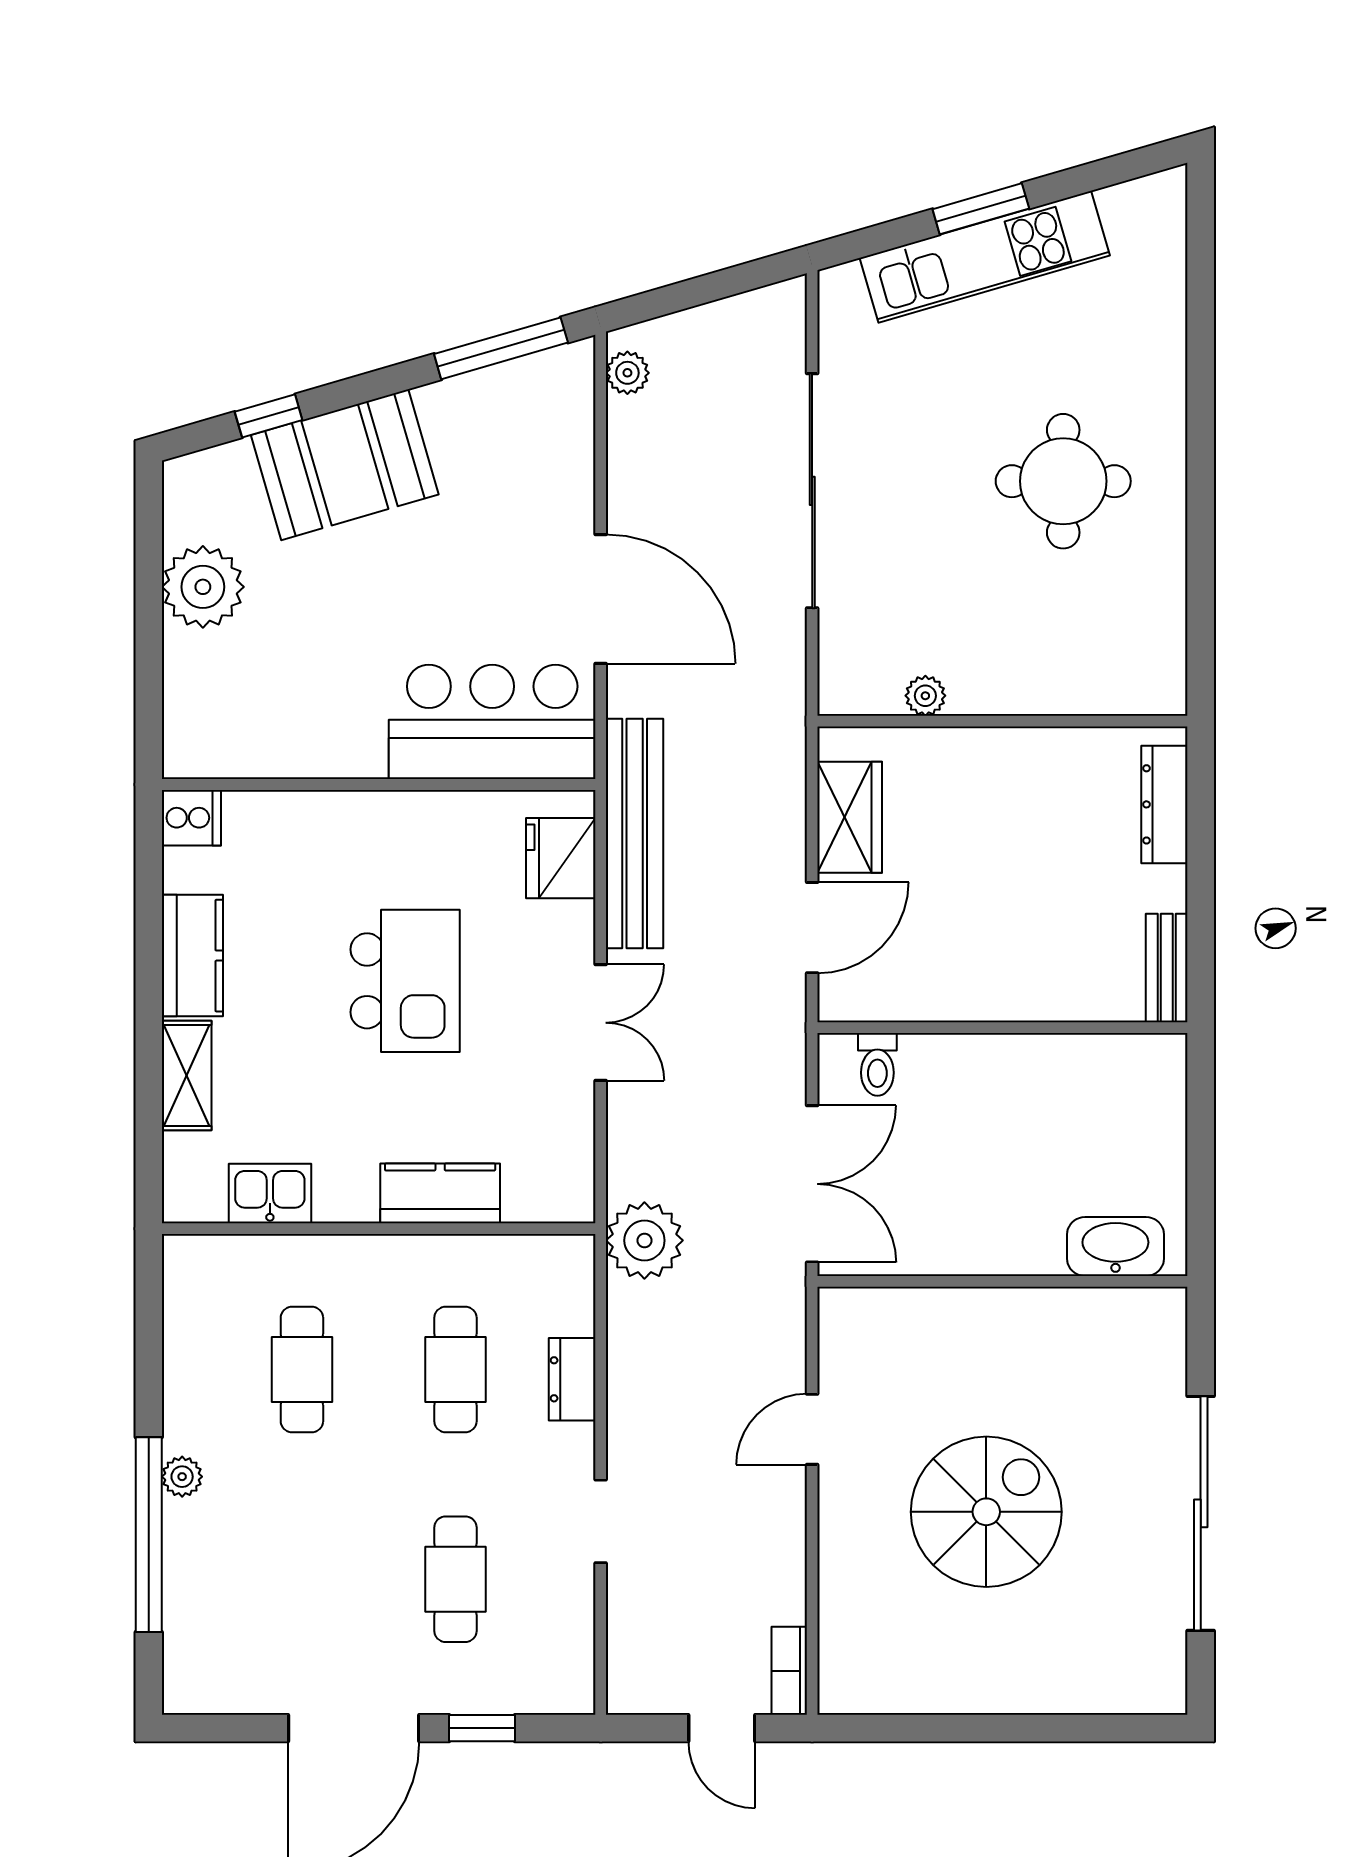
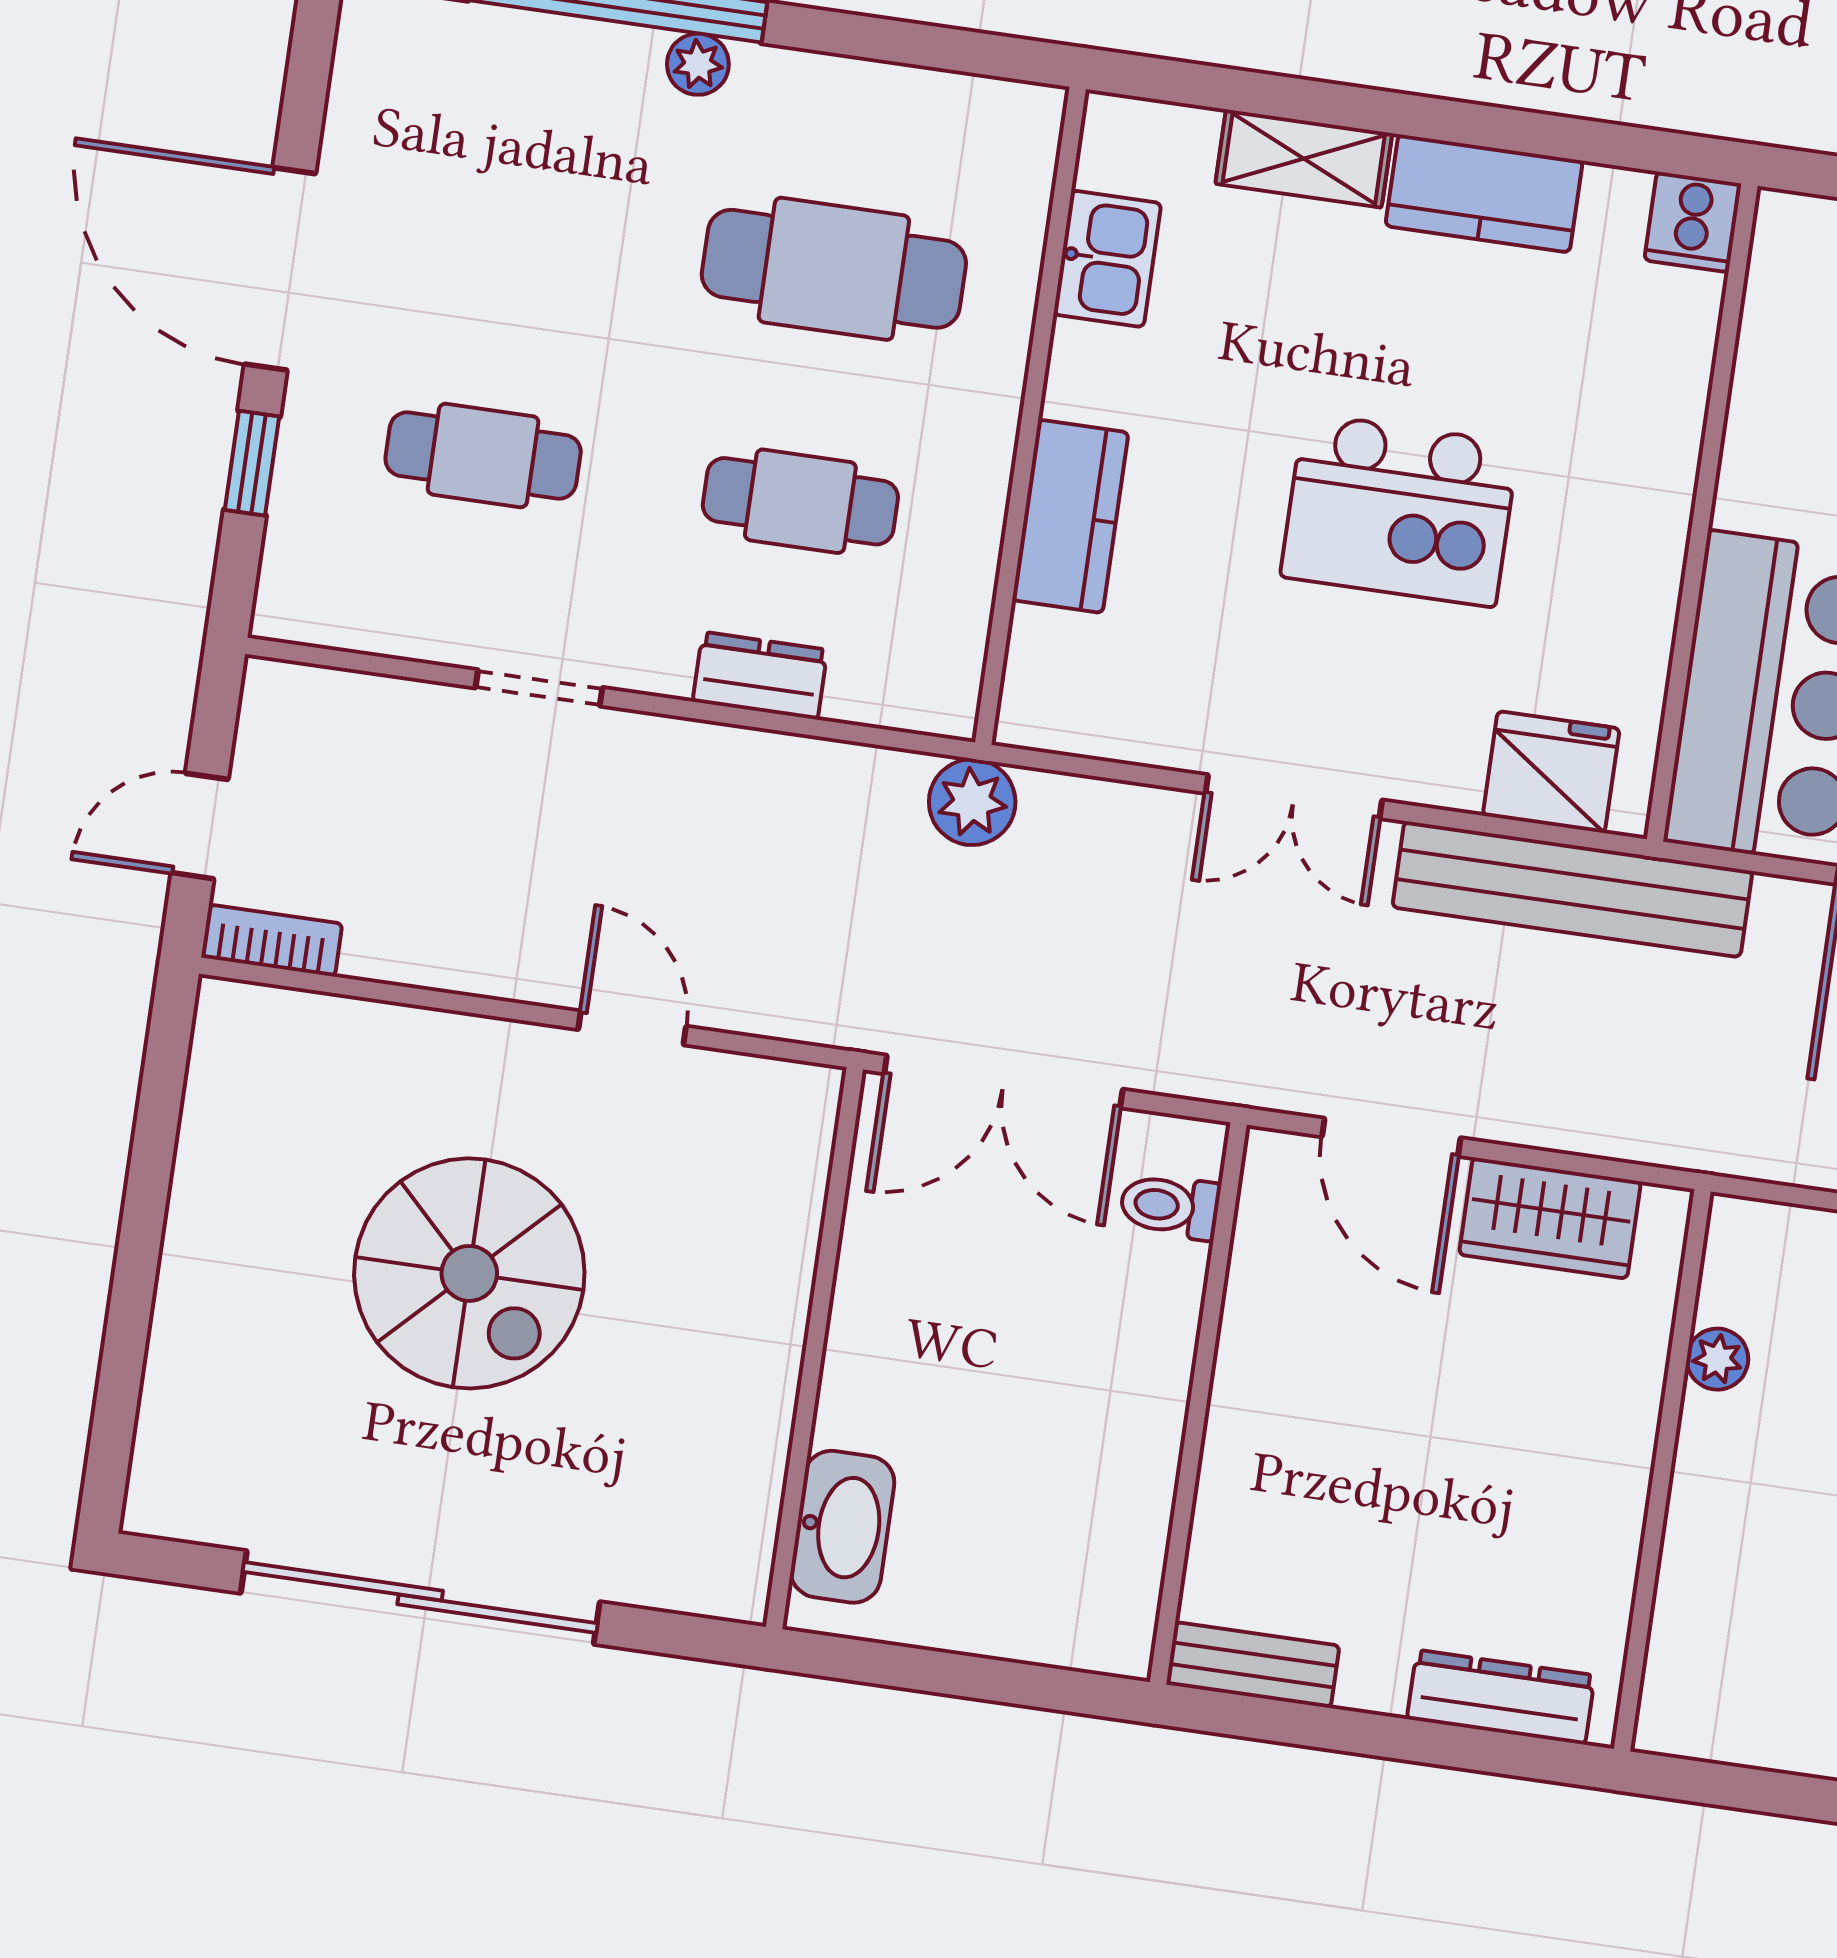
plant: (644, 1240) -> (972, 802), width x0.73, depth x0.73
cafe table: (302, 1370) -> (834, 269), width x1.37, depth x1.35

